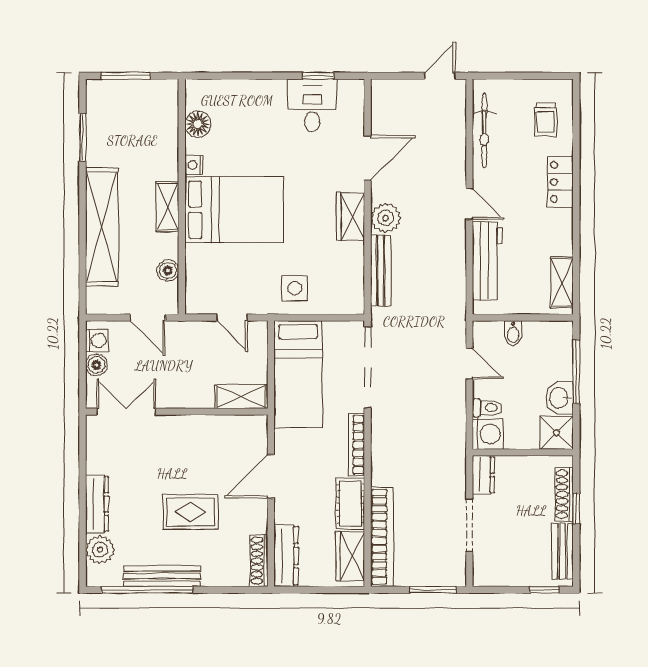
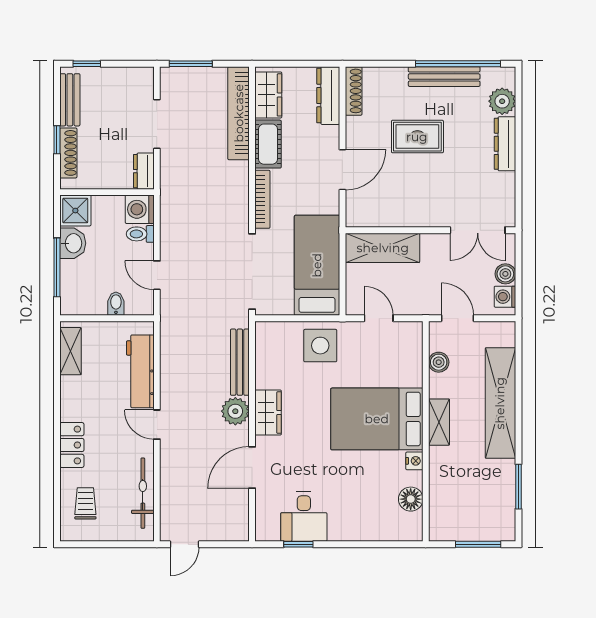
side table: (295, 288) -> (320, 346), width x1.37, depth x1.37
shelving: (241, 397) -> (383, 248), width x1.50, depth x1.33

